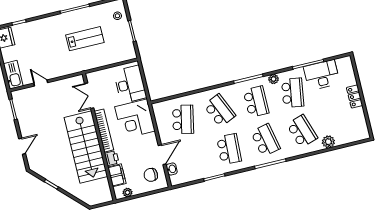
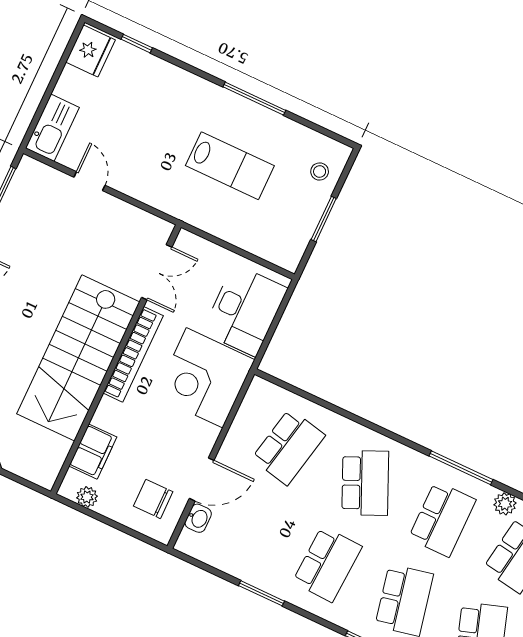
double door: (89, 96) -> (157, 272), swing flipped
printer: (112, 158) -> (108, 414), removed

